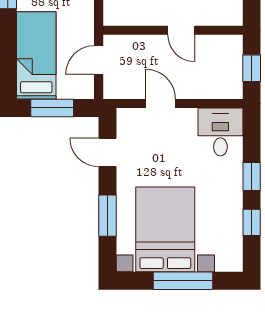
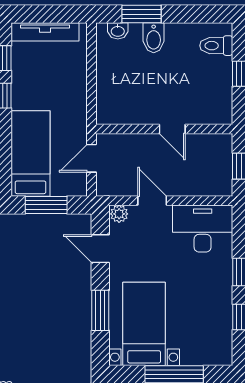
plant: (127, 117) -> (119, 214), added
desk: (220, 132) -> (203, 229), width x1.37
bed with nightstands: (165, 229) -> (144, 324), width x0.73

